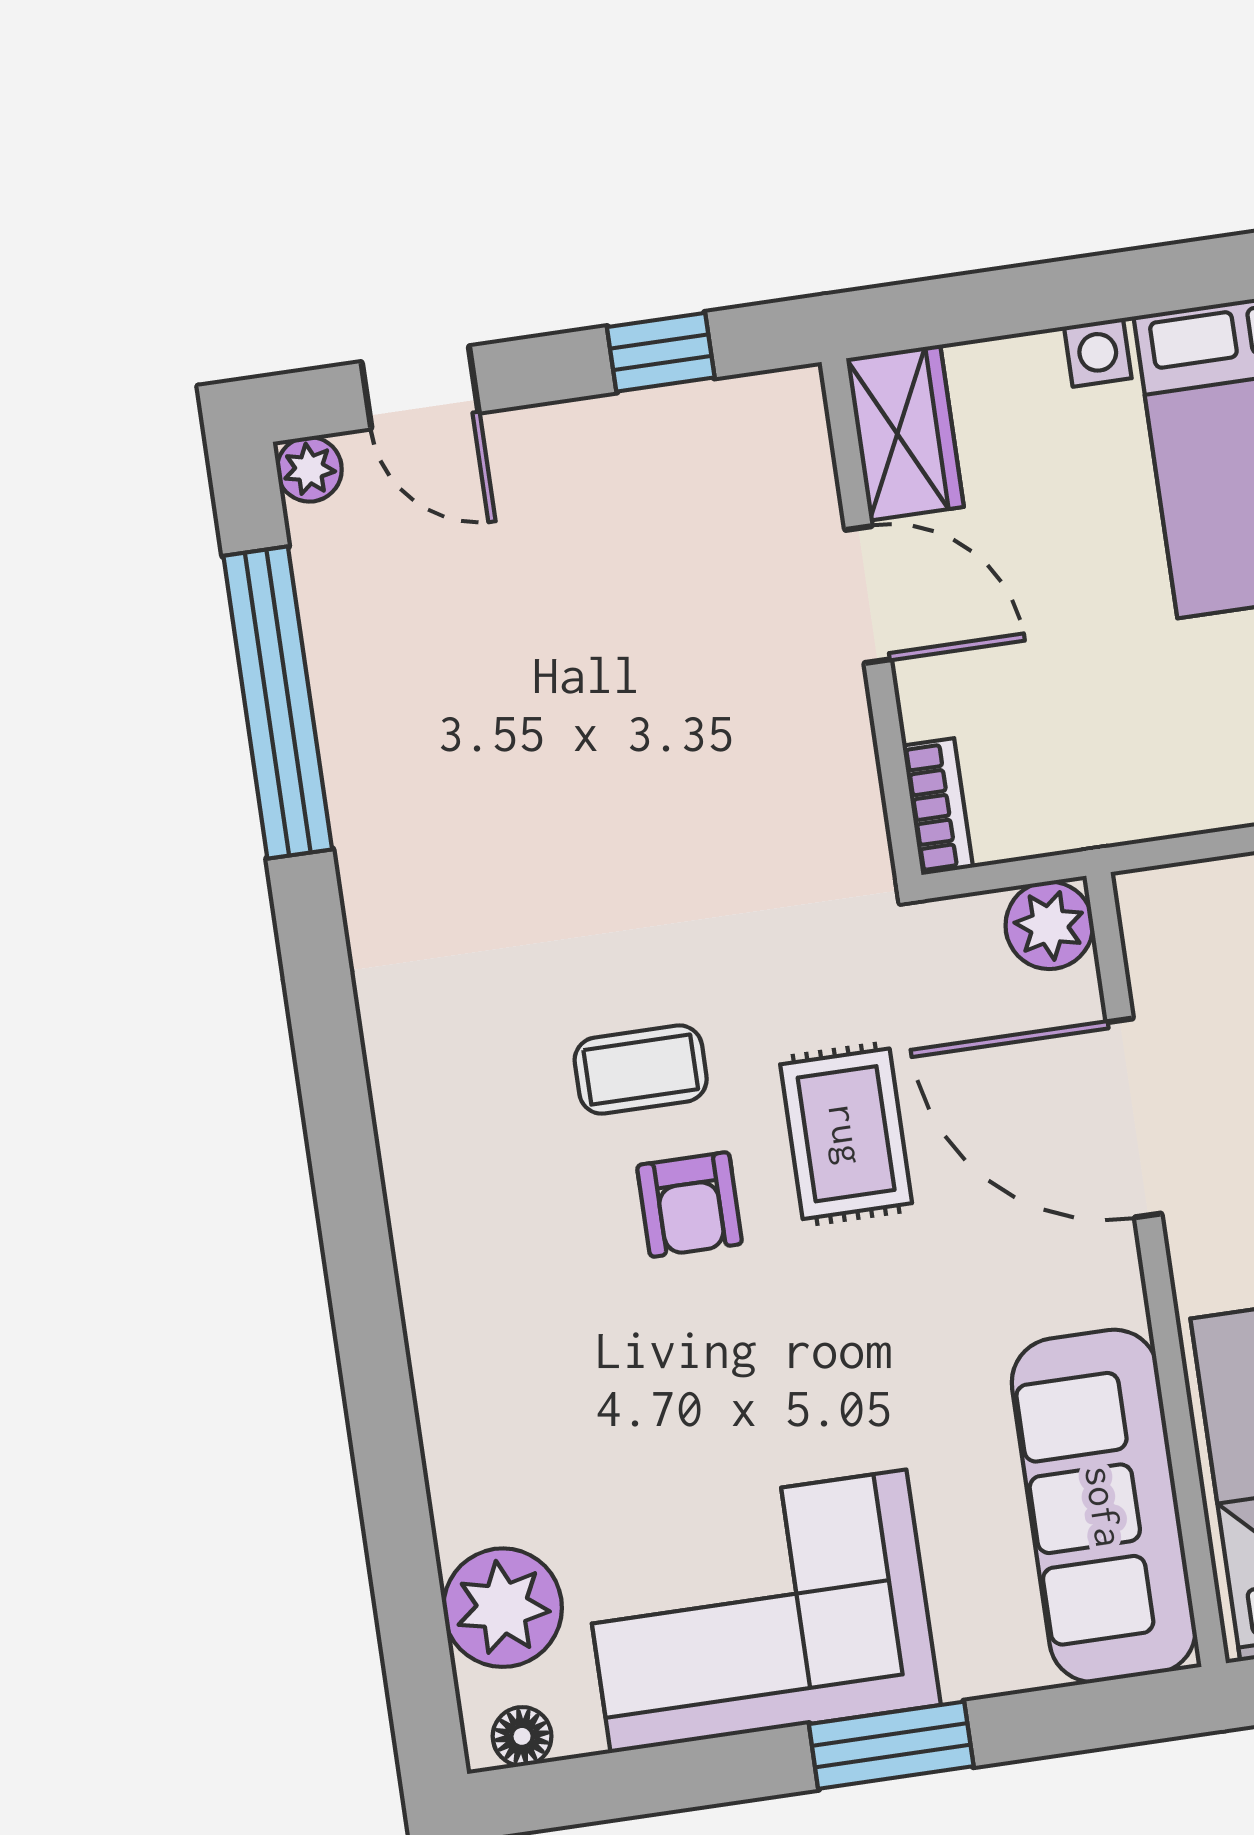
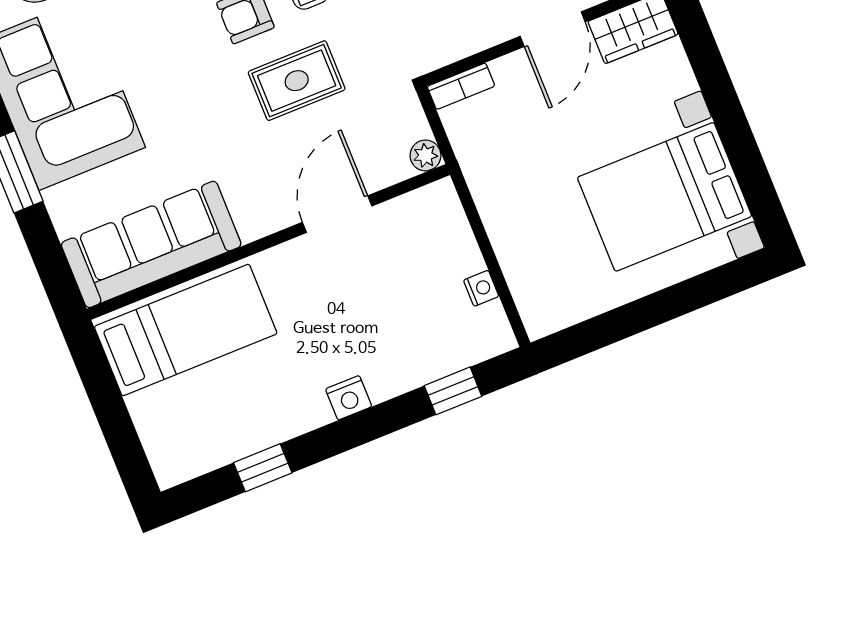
plant: (1049, 925) -> (425, 155), width x0.73, depth x0.73
door: (1134, 1118) -> (337, 214), width x0.73

